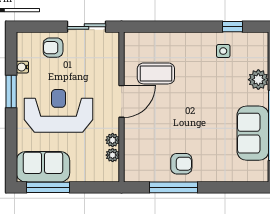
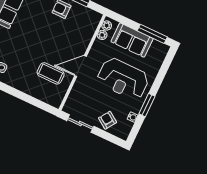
armchair: (53, 48) -> (108, 120), turned -146
plant: (113, 140) -> (107, 26), moved
sofa: (43, 167) -> (132, 40), moved

